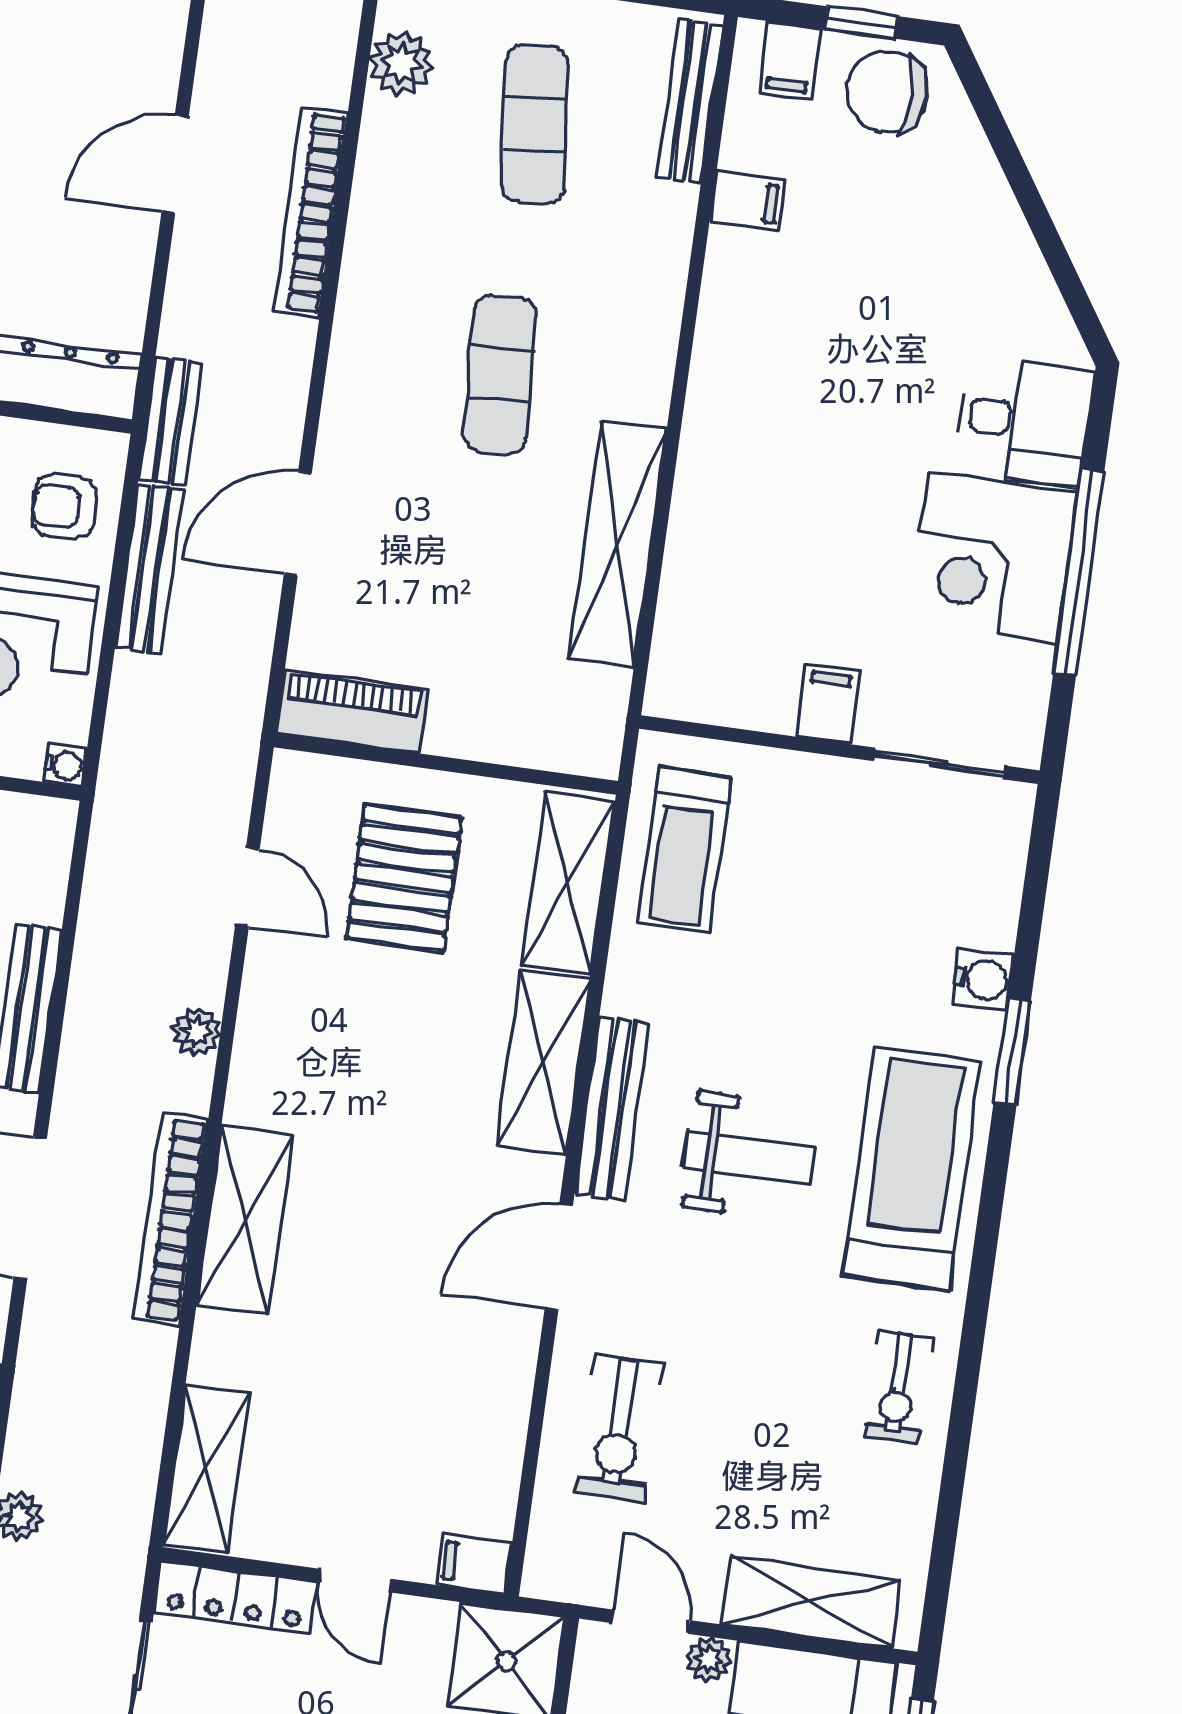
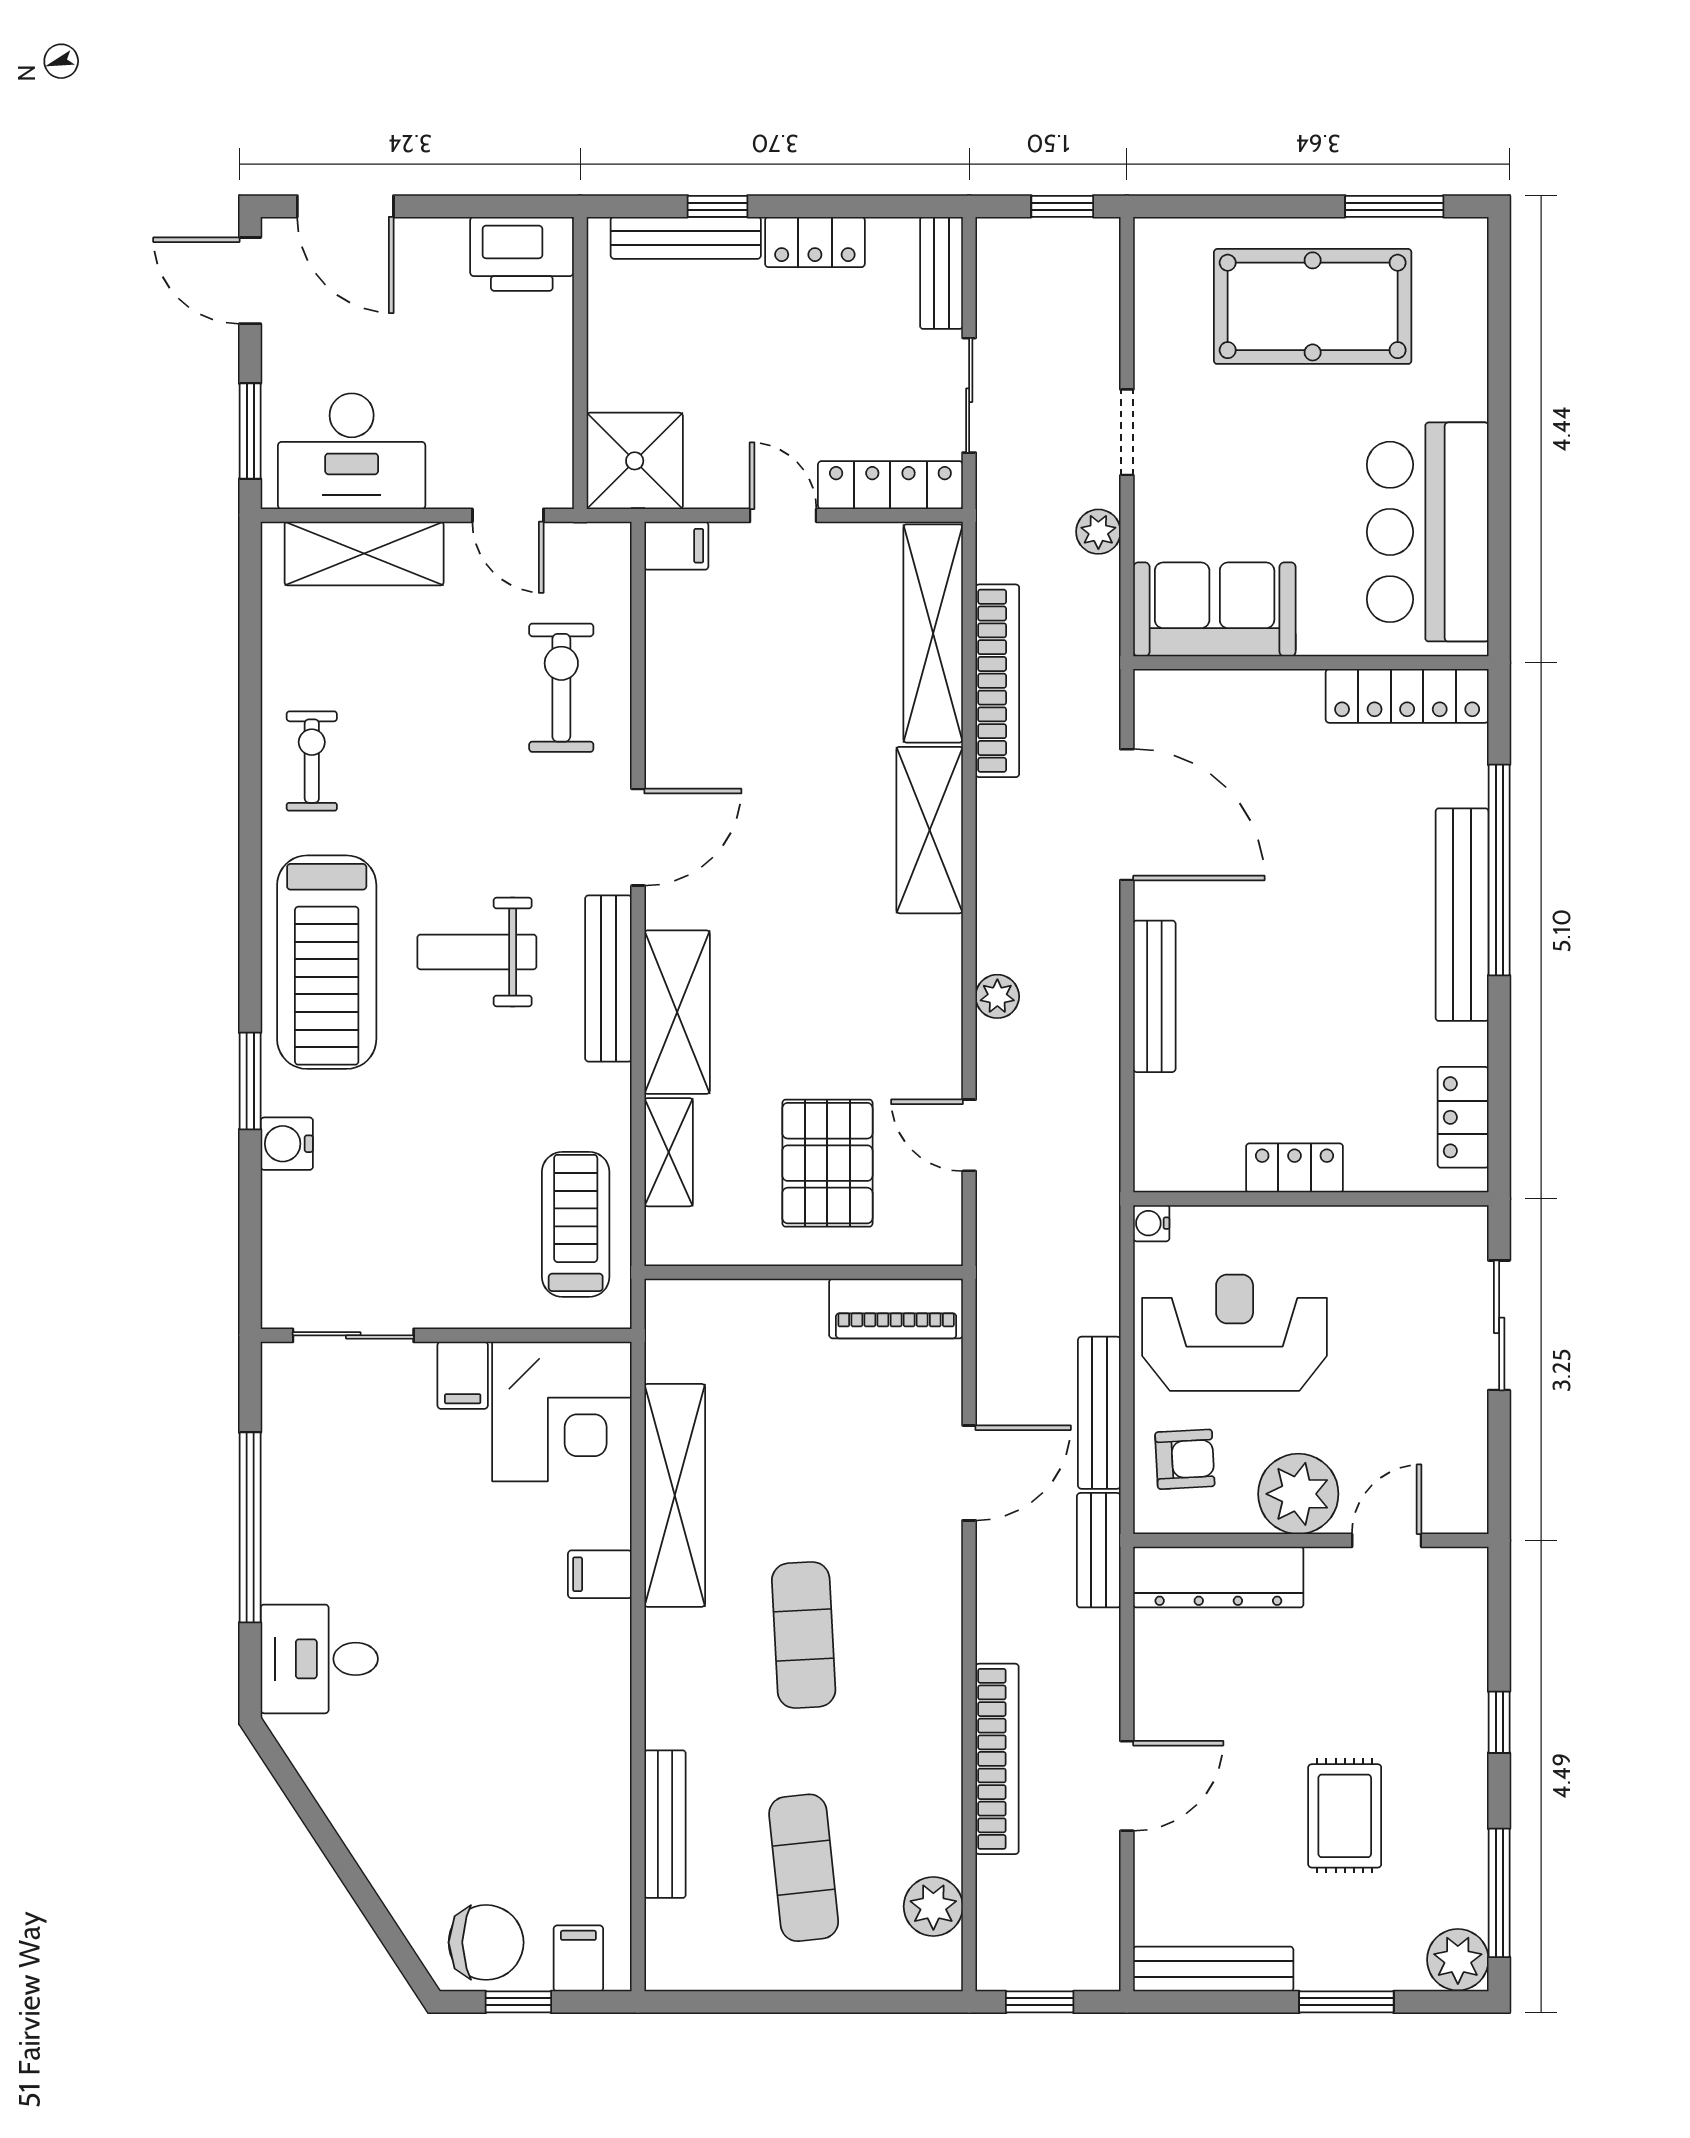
bench: (690, 101) -> (665, 1824), moved
filing cabinet: (747, 201) -> (600, 1574), moved
corner desk: (993, 557) -> (562, 1412), moved, turned 90
shelving: (568, 883) -> (669, 1152), width x0.67, depth x0.75
bookcase: (170, 1219) -> (997, 681), moved
shelving: (206, 1469) -> (933, 633), width x1.47
plant: (709, 1659) -> (450, 488), removed

